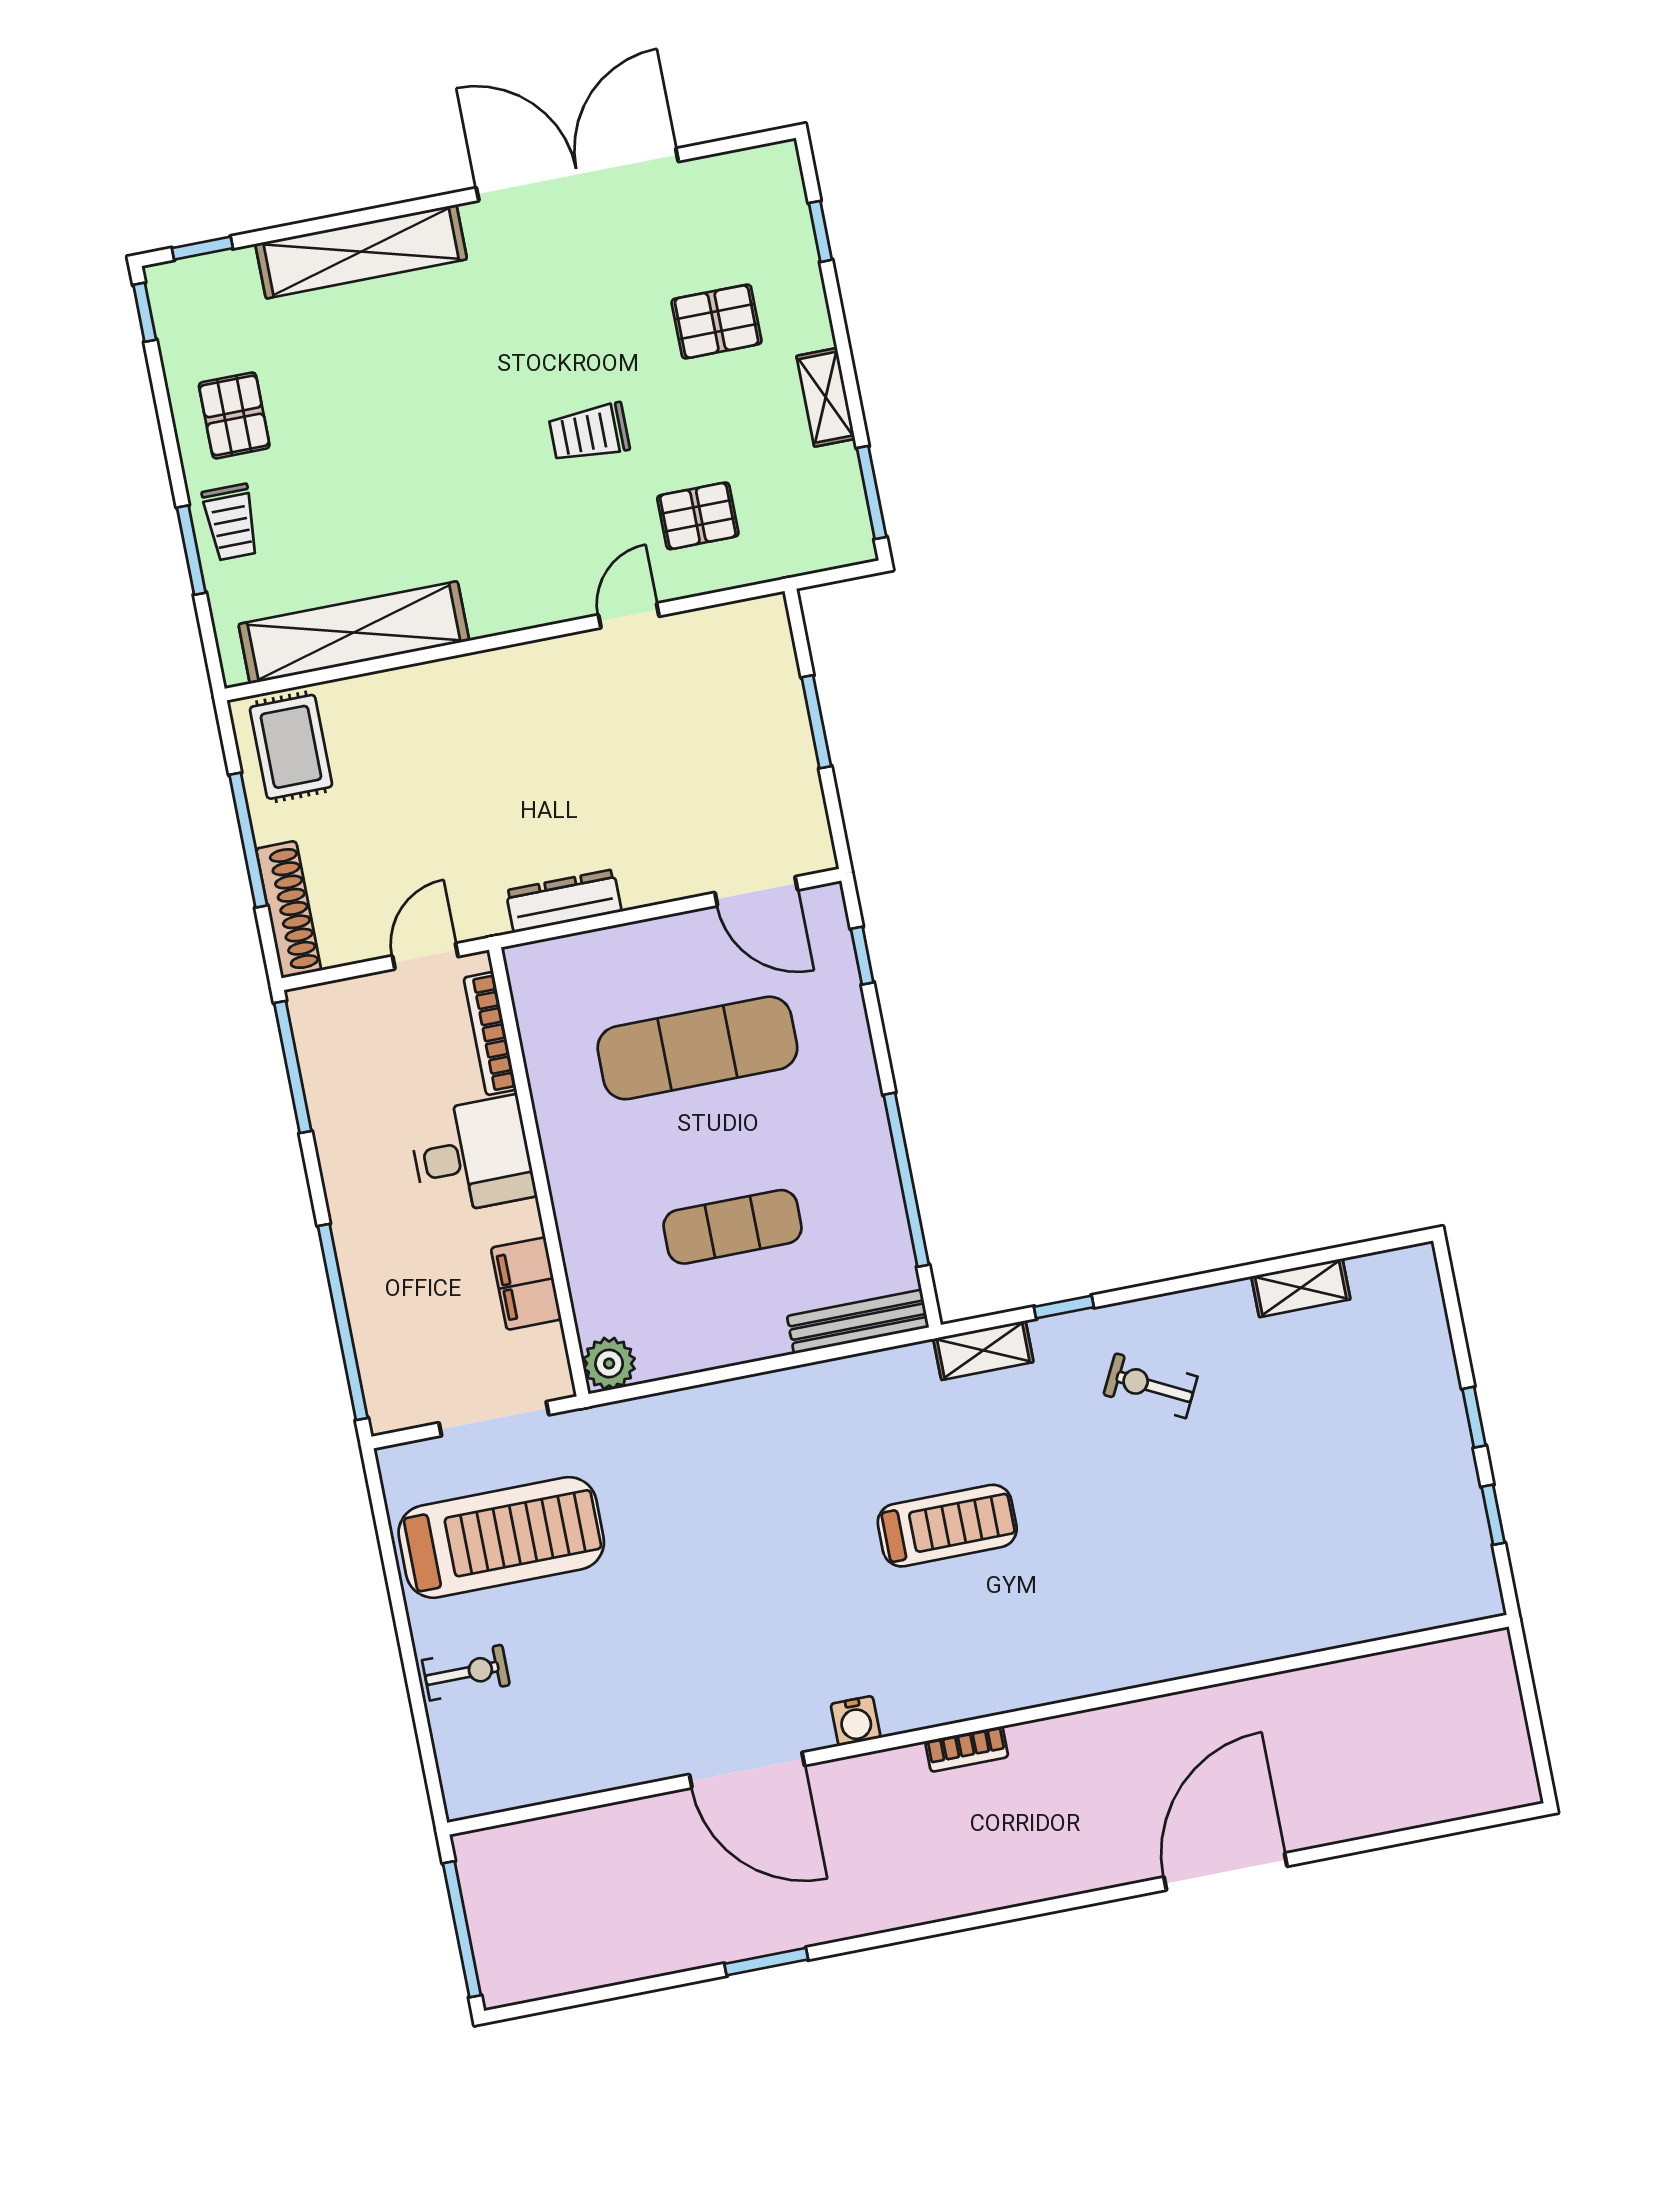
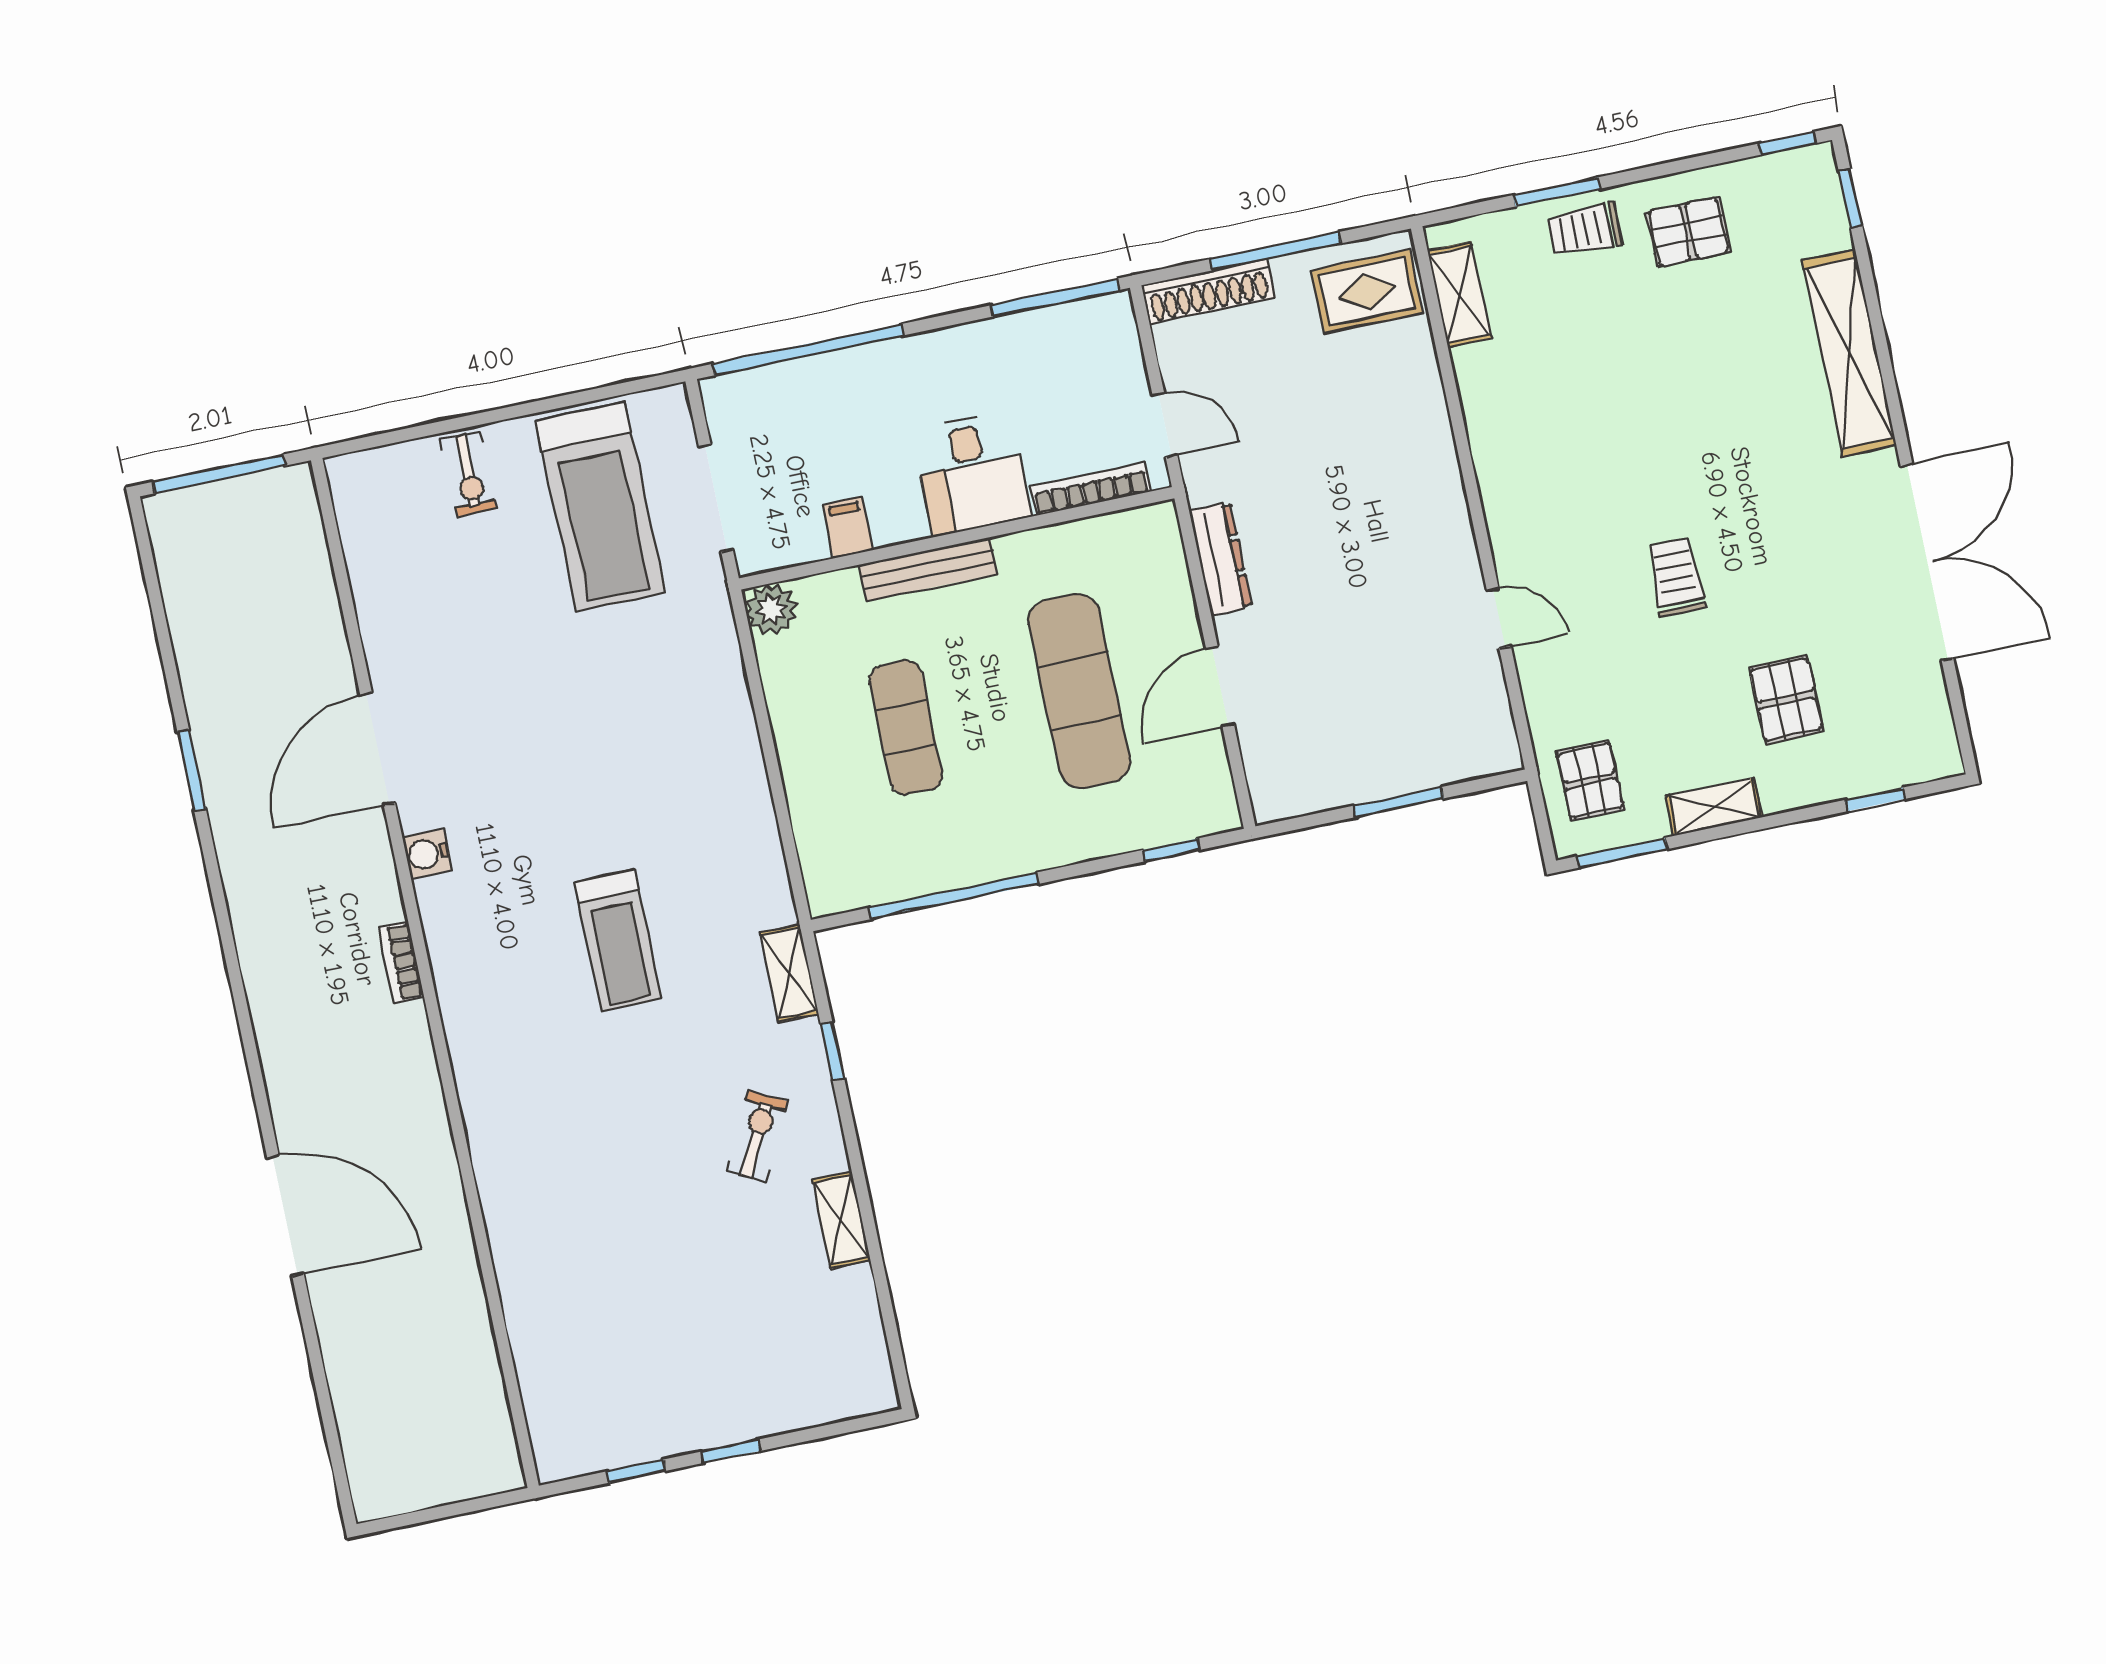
pallet: (698, 516) -> (1590, 780), moved
shelving: (354, 632) -> (1459, 295), width x0.45, depth x0.75
door: (756, 891) -> (1220, 686), moved
filing cabinet: (526, 1284) -> (848, 528), width x0.50
shelving: (1301, 1288) -> (841, 1220), moved
bench: (858, 1322) -> (928, 569), moved, turned 90

